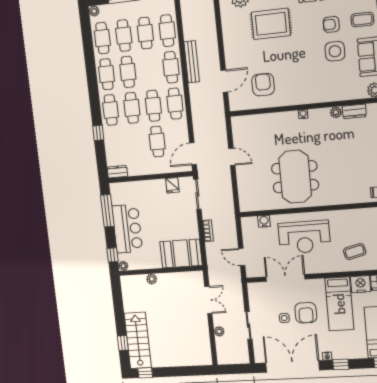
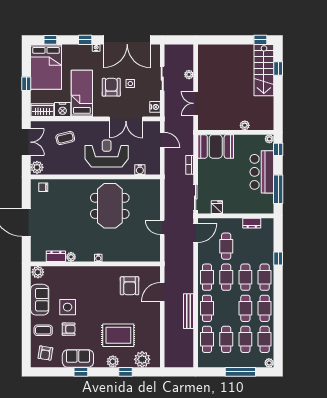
dresser: (117, 172) -> (252, 223), moved
nightstand: (254, 293) -> (155, 107), added

